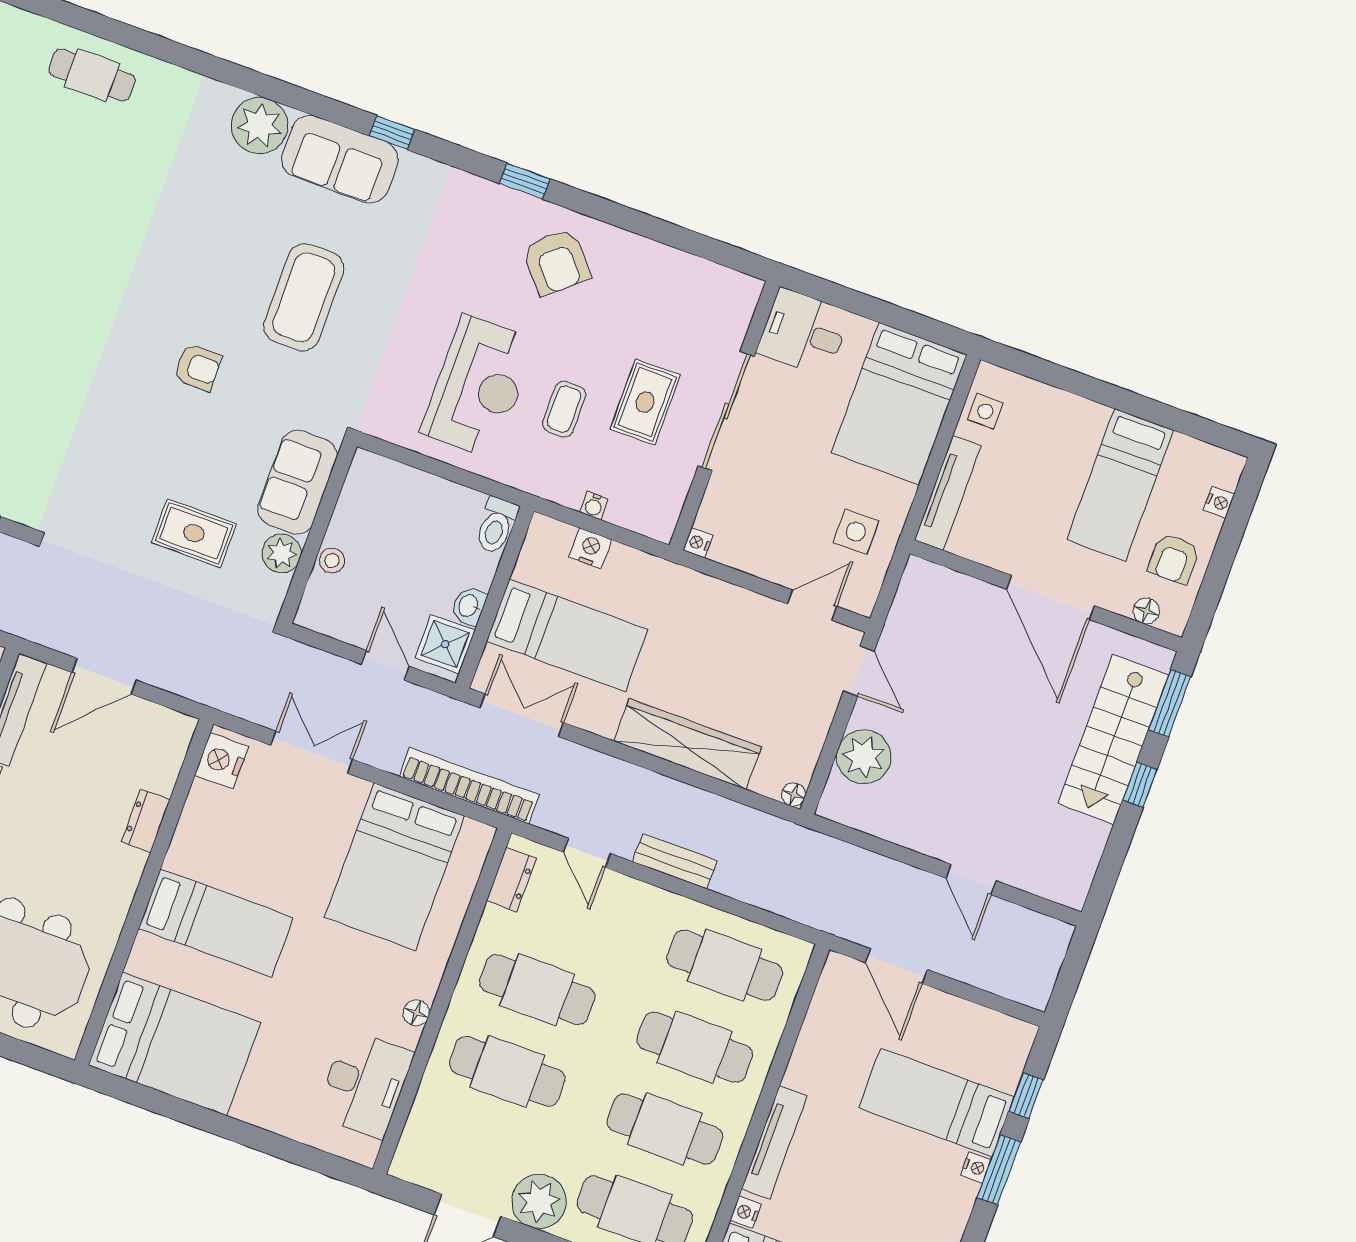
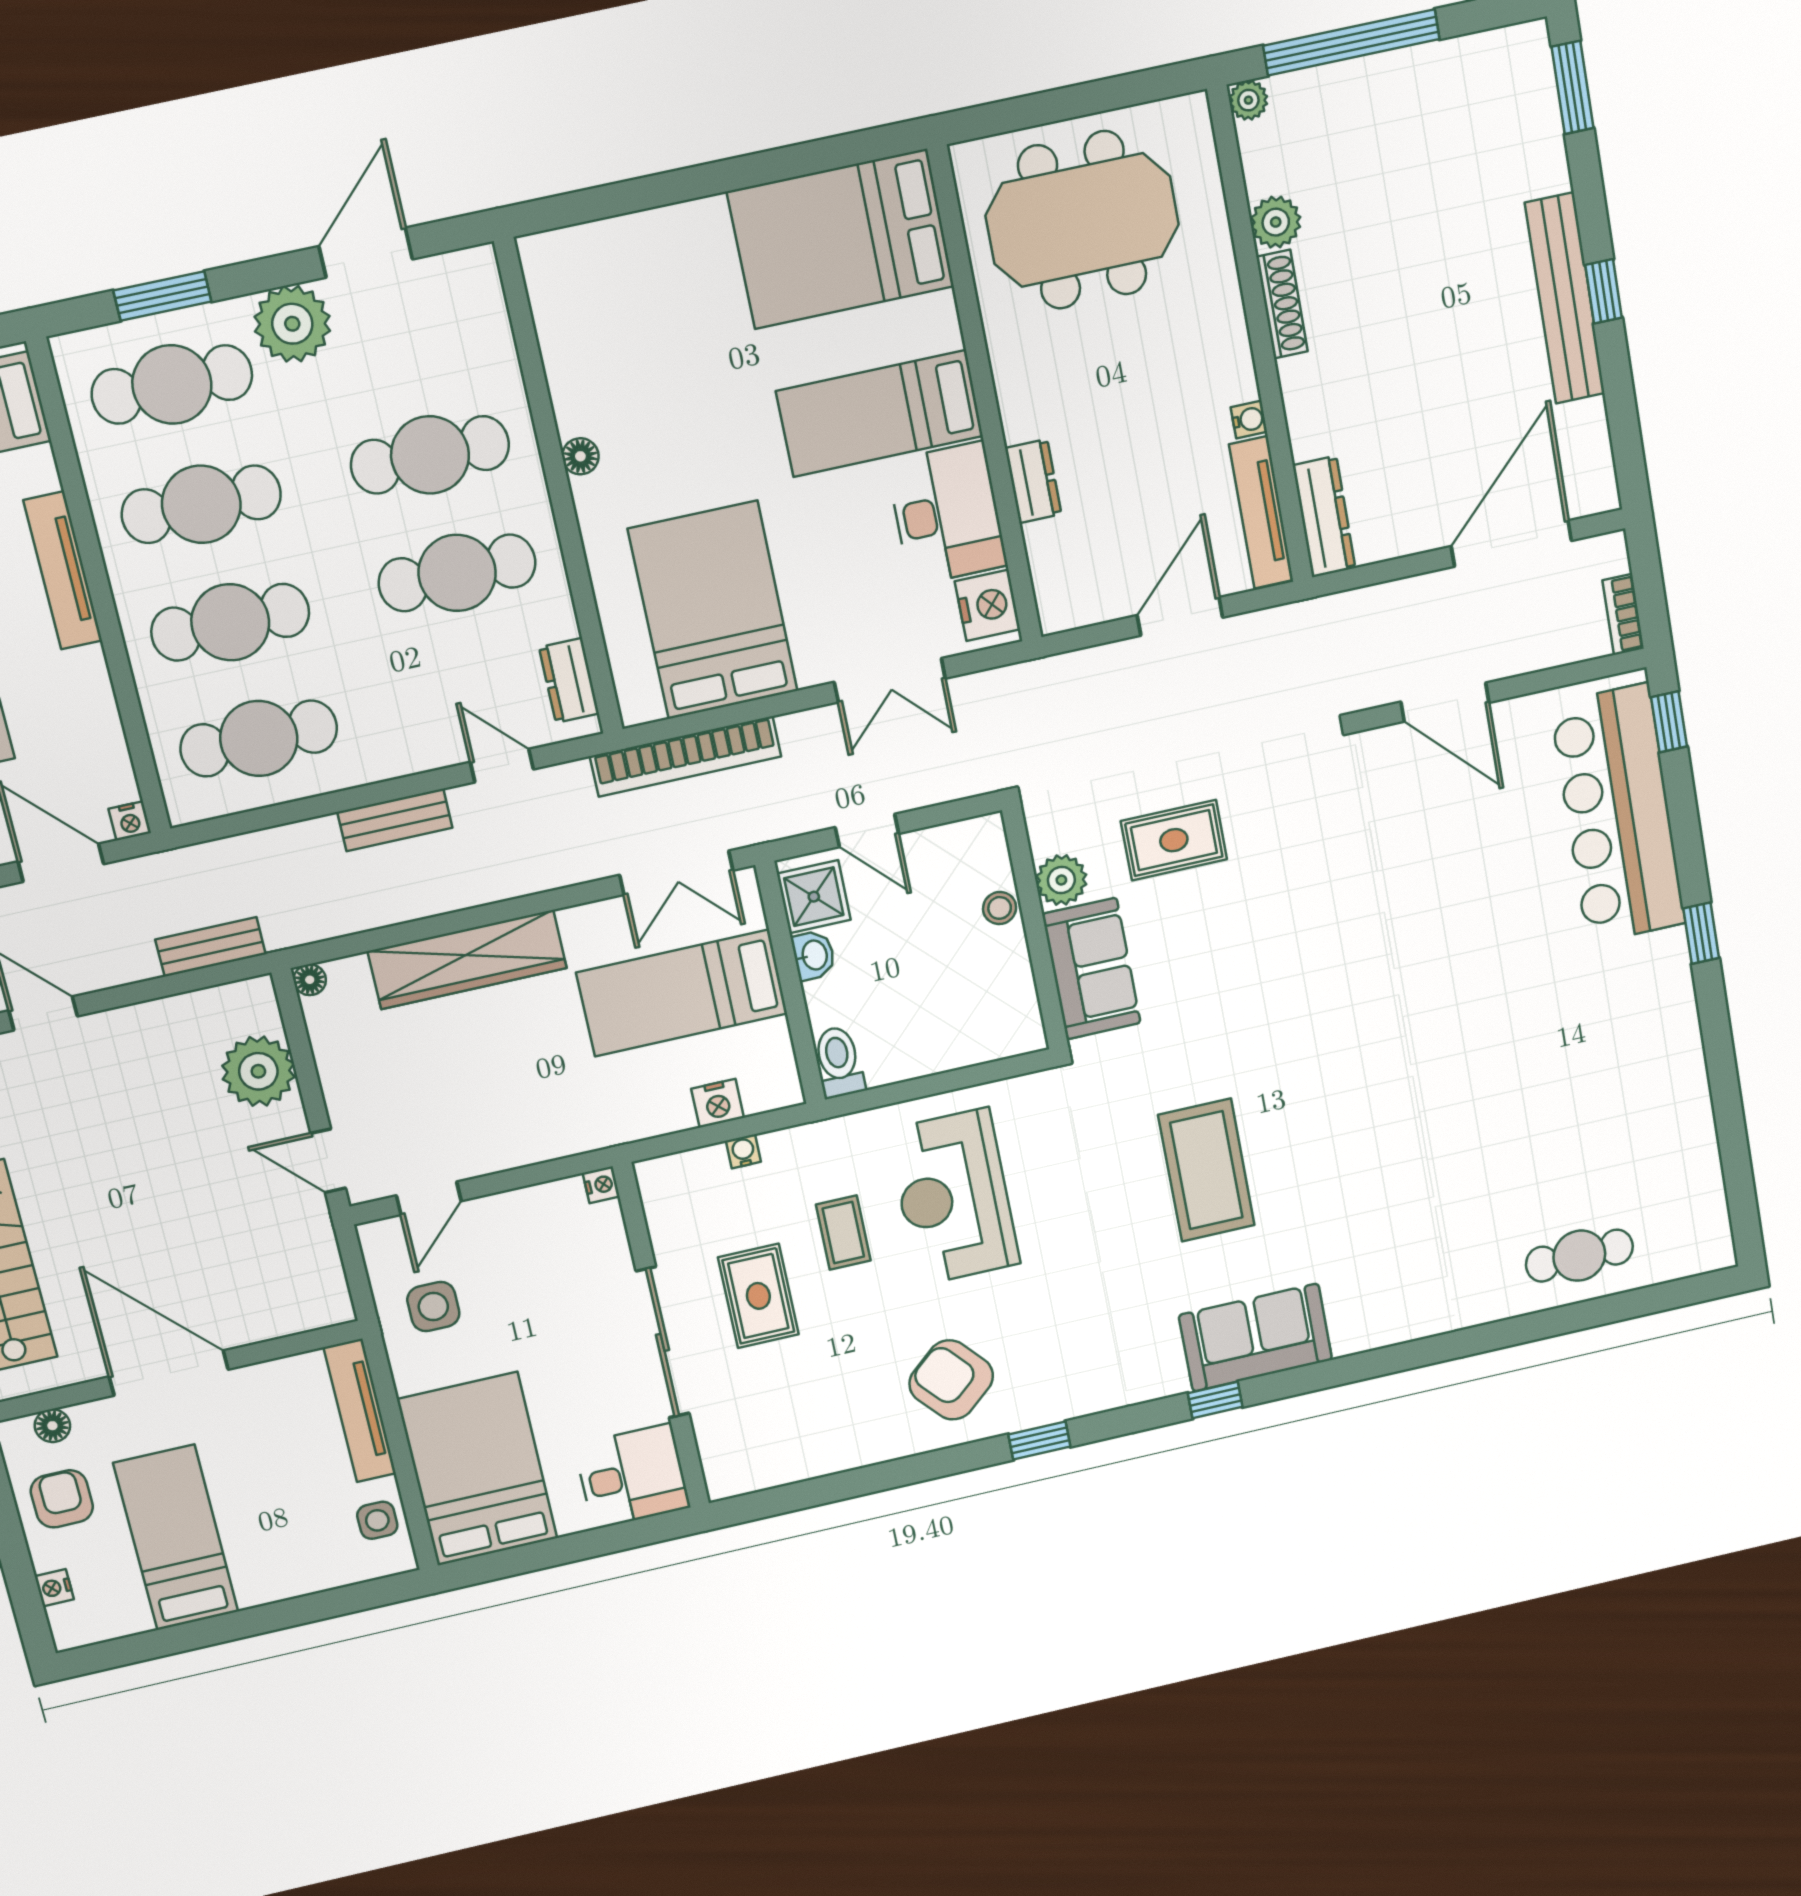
plant: (260, 126) -> (1365, 1318), removed
armchair: (198, 367) -> (1279, 1022), removed
bench: (841, 855) -> (211, 947), added
desk: (365, 1084) -> (947, 514), moved, turned 180
nightstand: (746, 1212) -> (130, 821), moved, turned 90

